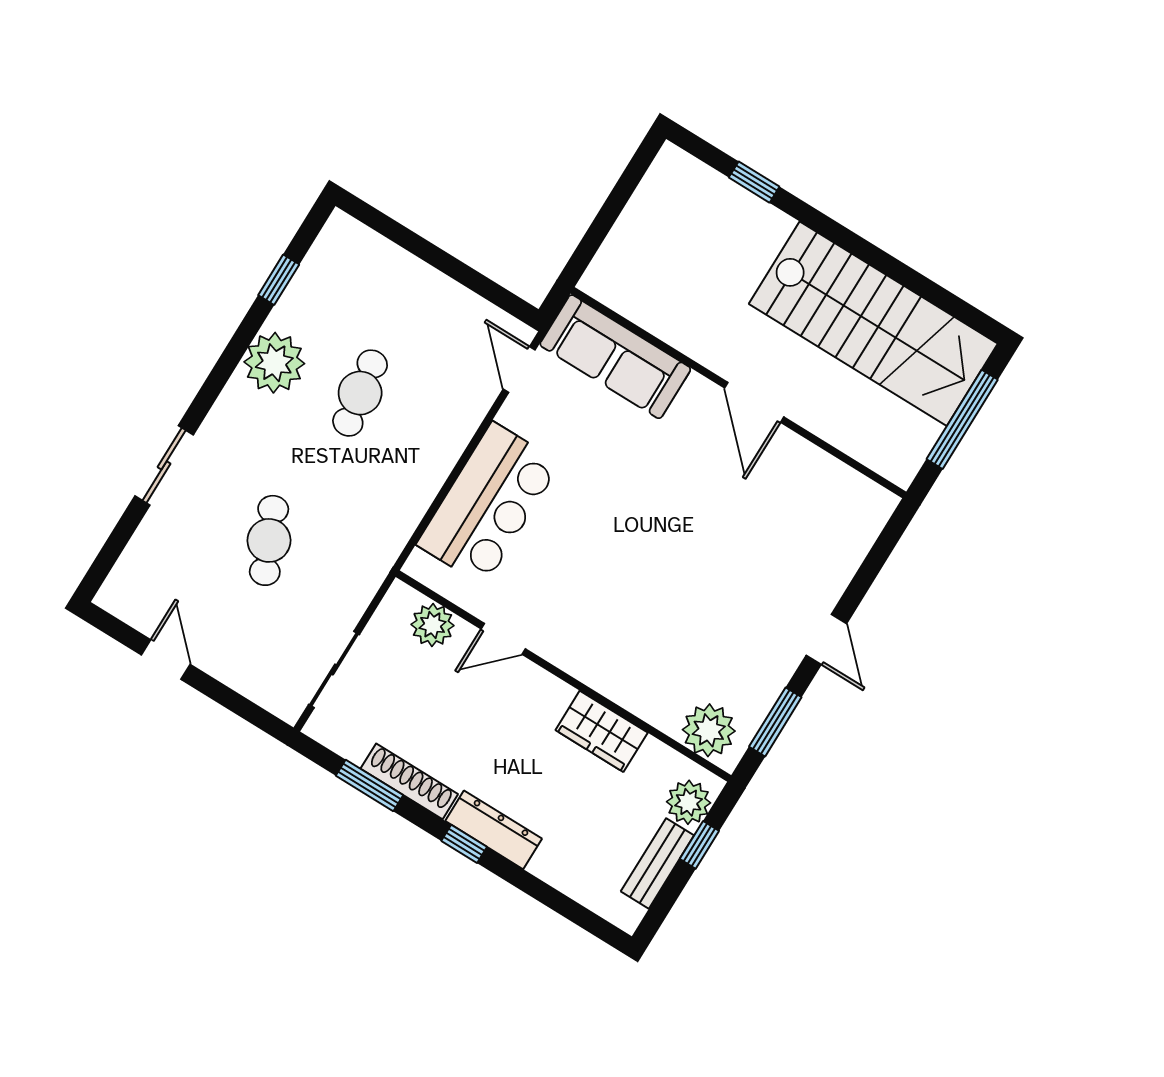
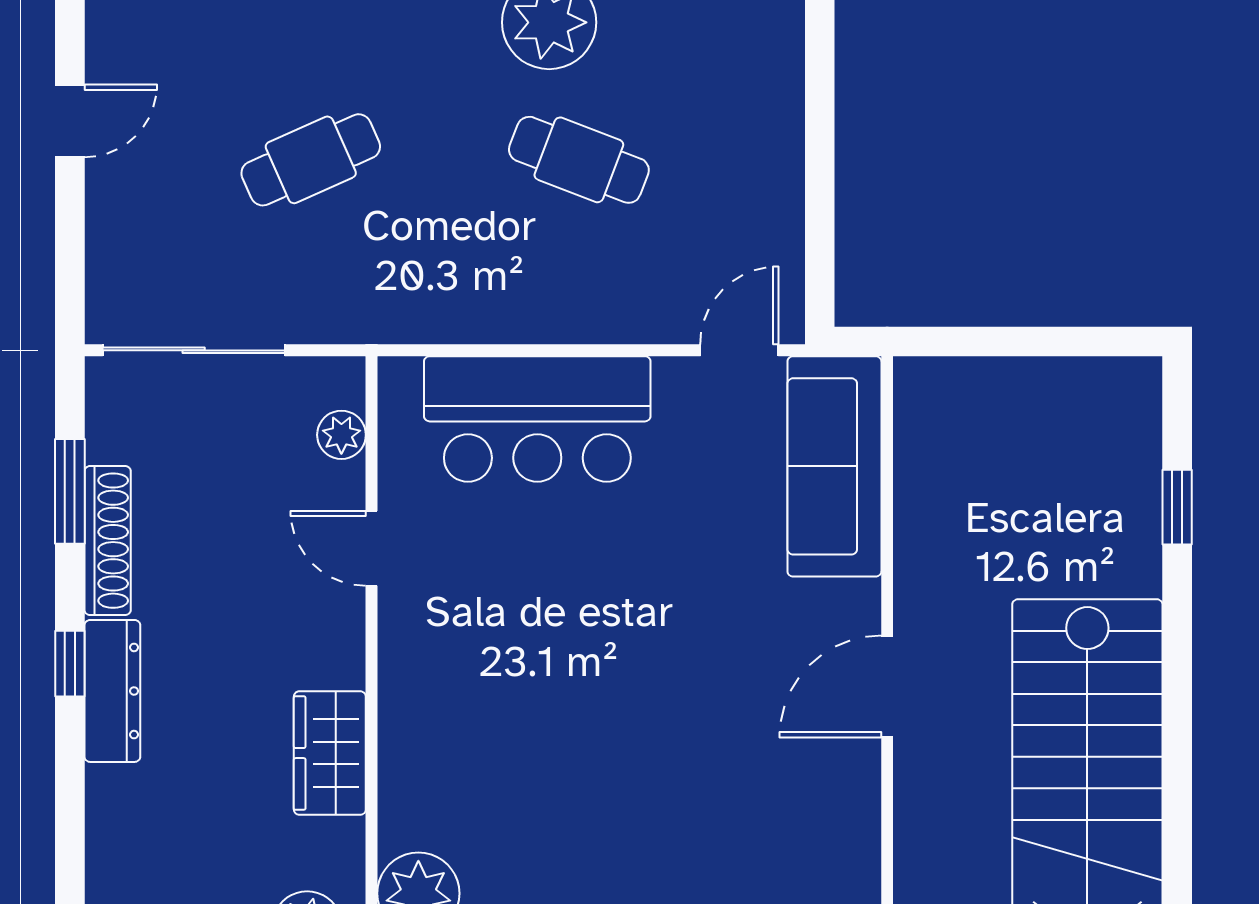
cafe table: (360, 393) -> (579, 160), turned 30
plant: (432, 625) -> (341, 435), width x0.73, depth x0.73
sliding door: (334, 669) -> (194, 350), width x1.37

